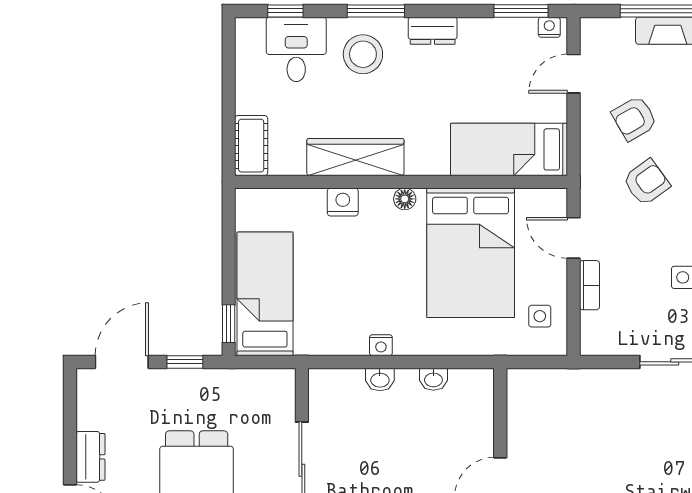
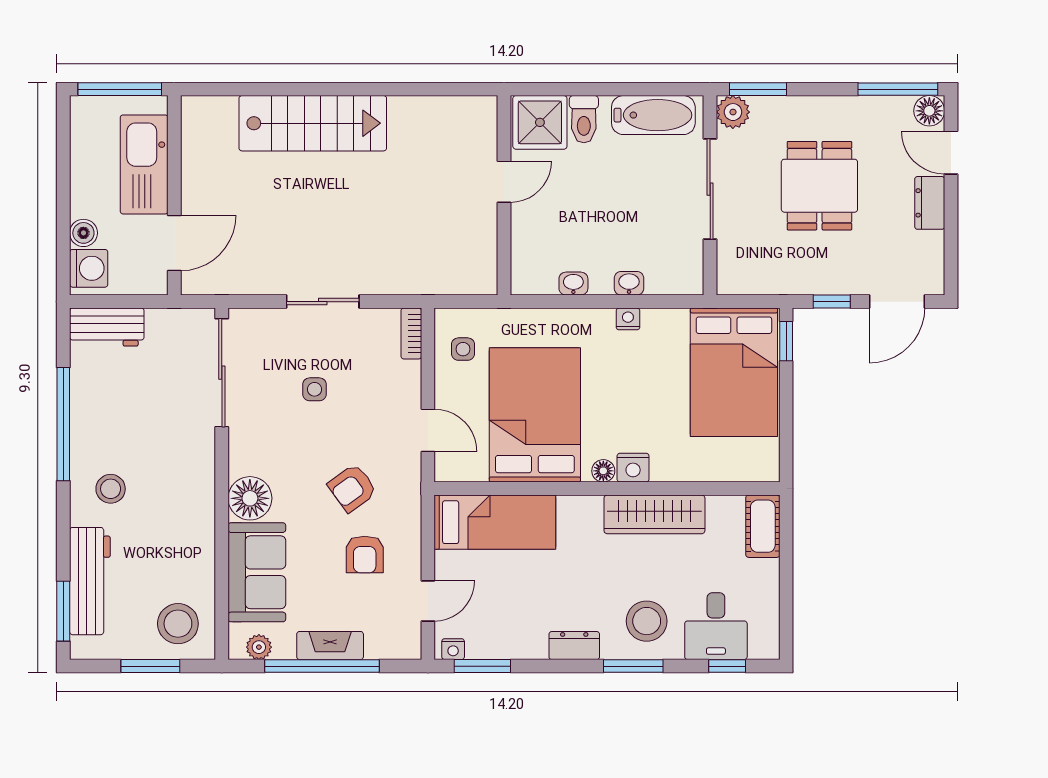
armchair: (634, 118) -> (365, 554), turned 120
nightstand: (343, 202) -> (633, 468), moved
bookcase: (590, 285) -> (411, 333), moved
bed: (265, 294) -> (734, 372), width x1.50

